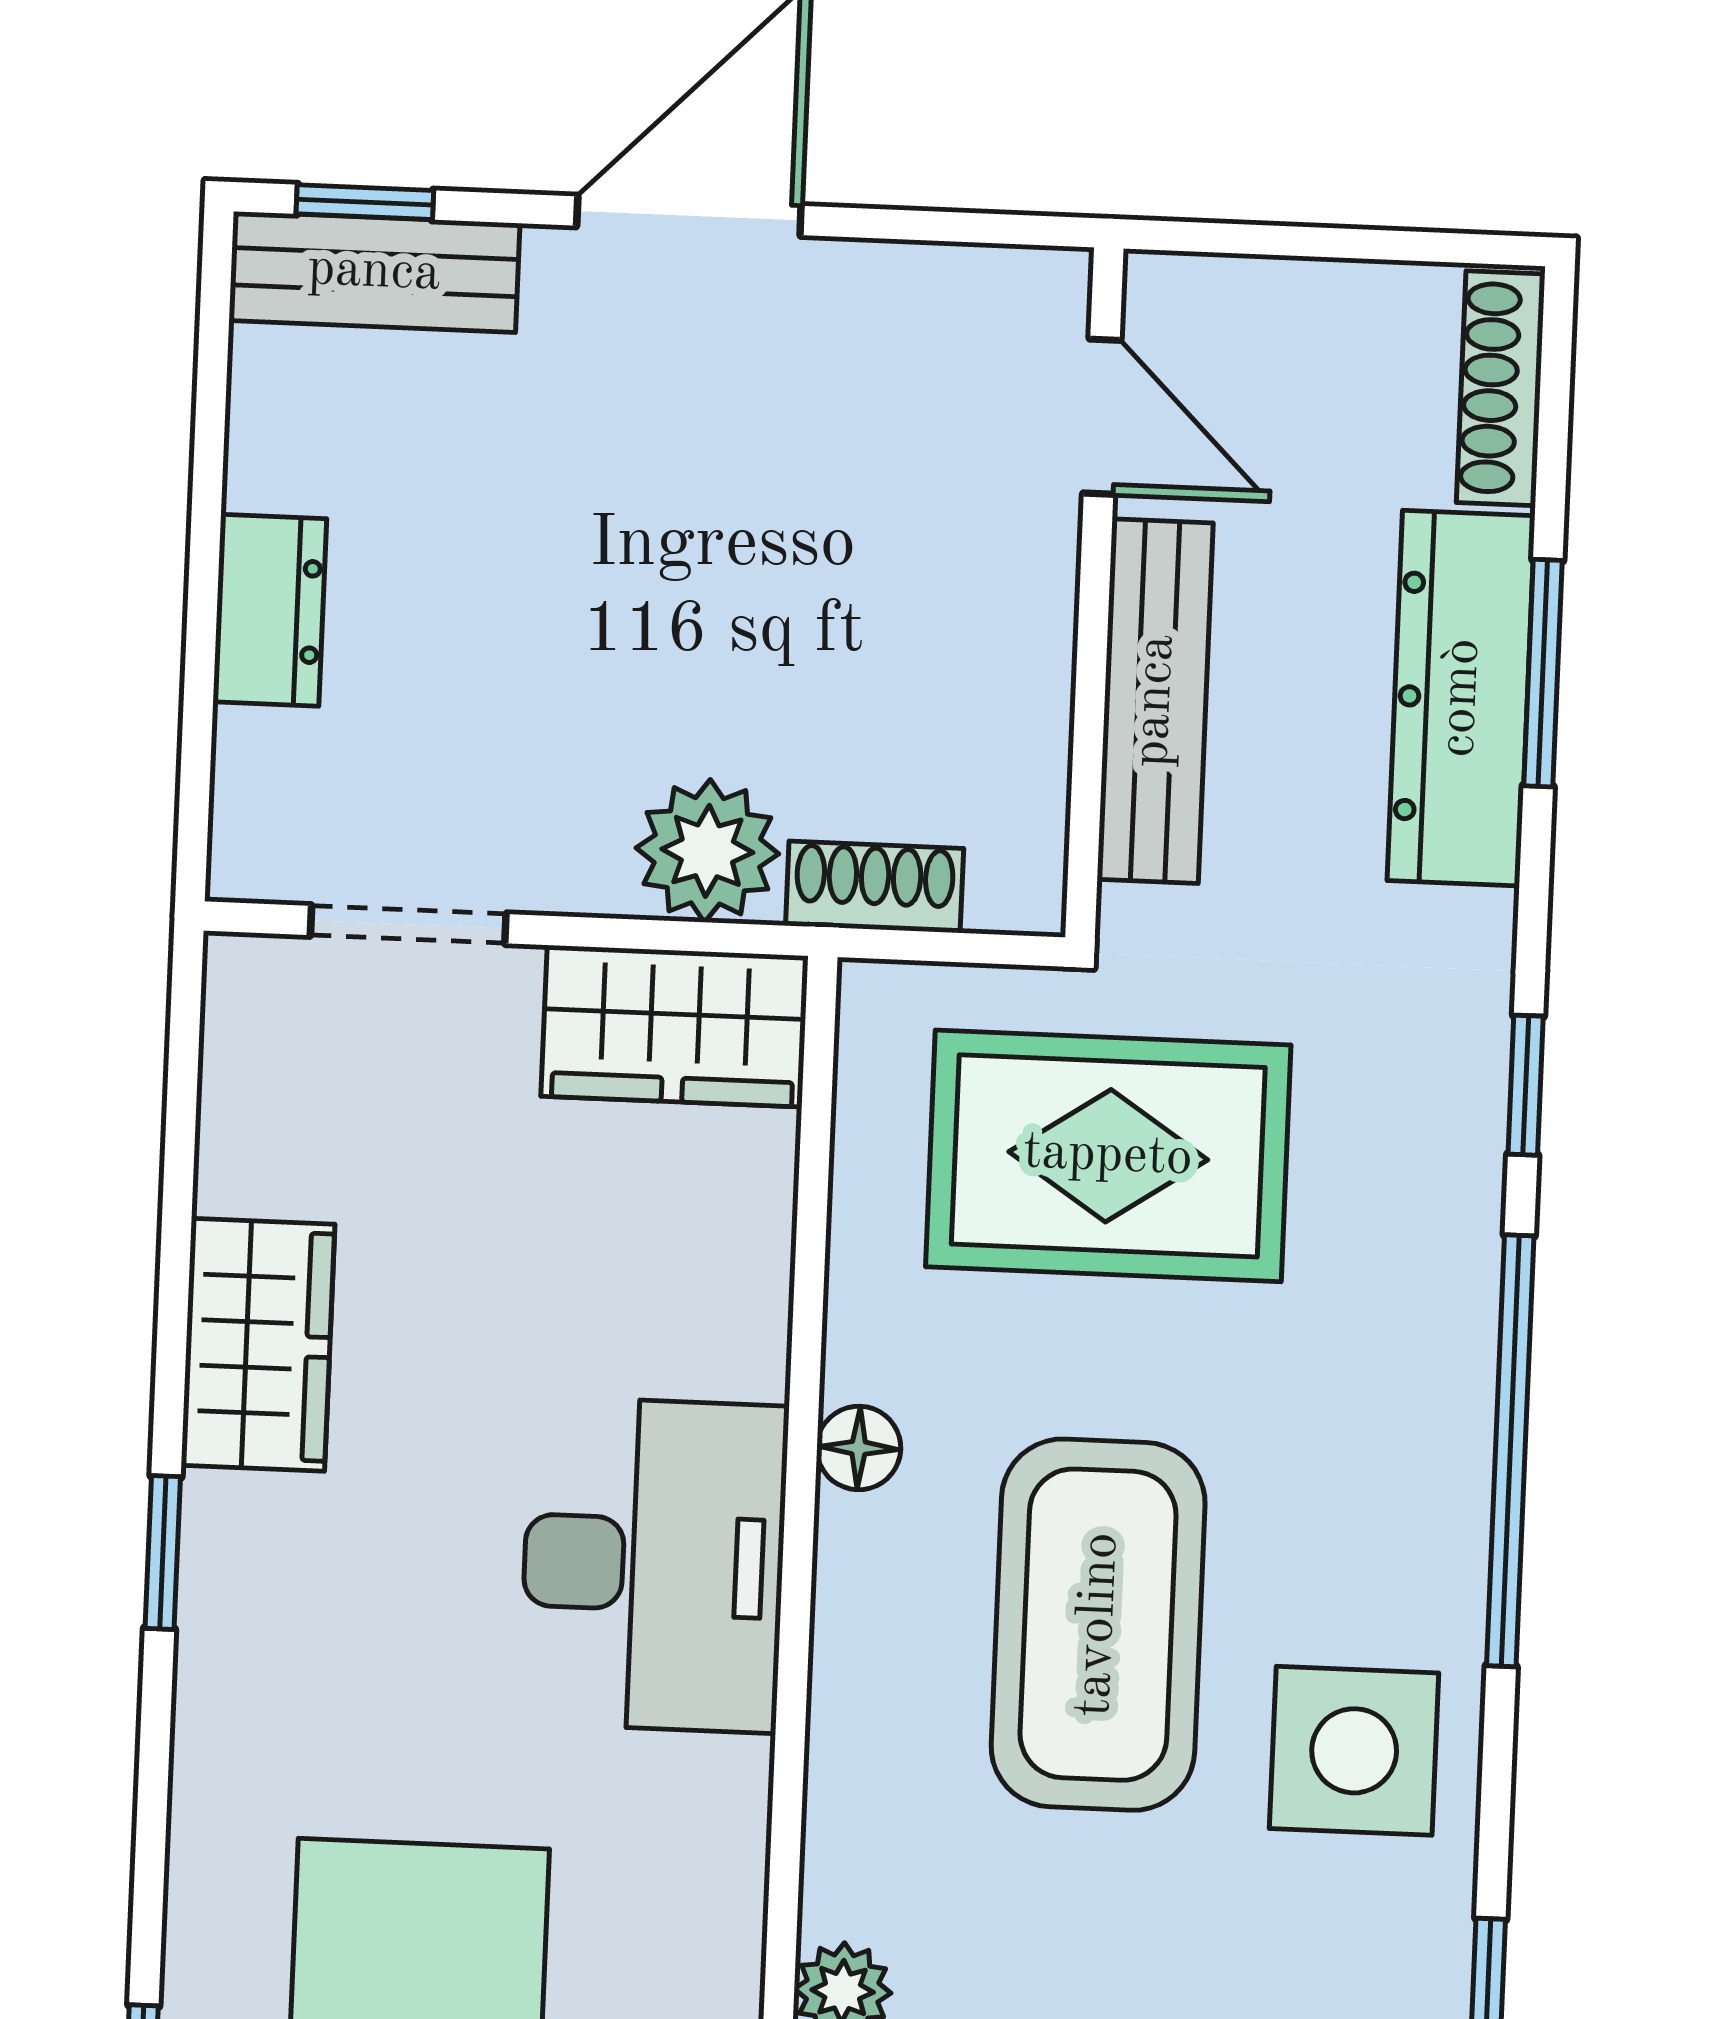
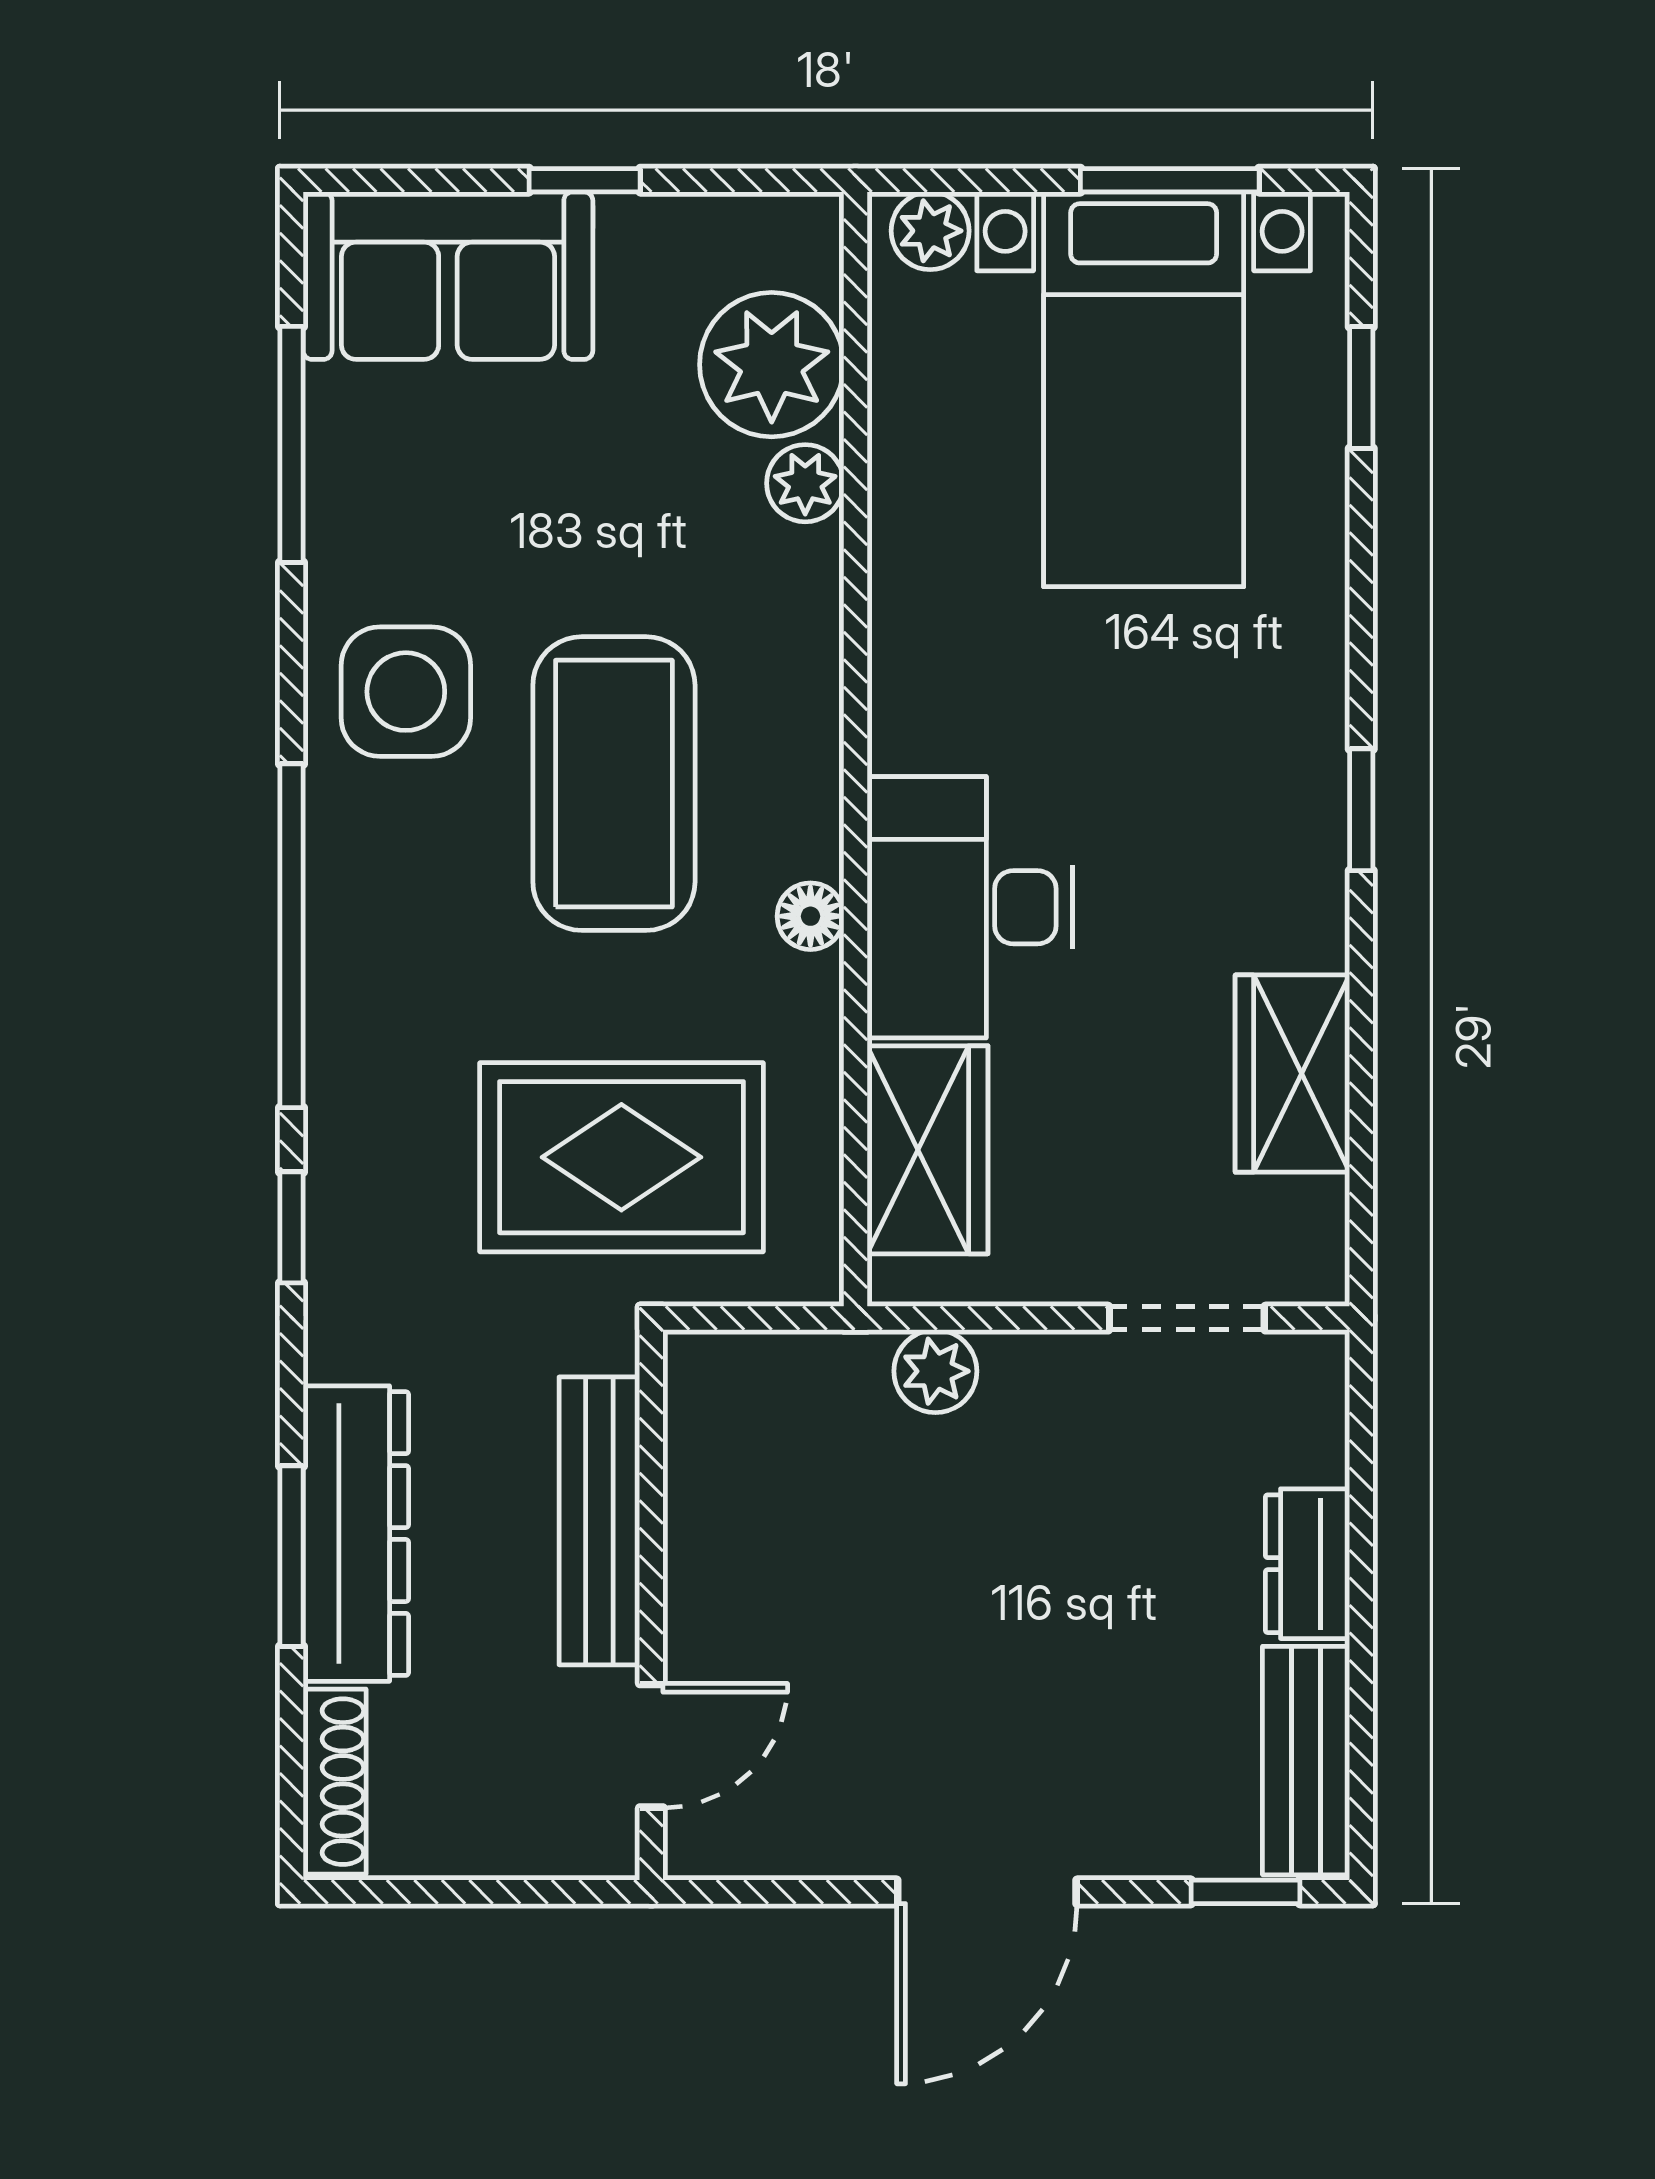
bench: (374, 272) -> (1306, 1761), moved, turned 90
door: (1102, 417) -> (651, 1746), swing flipped
plant: (707, 851) -> (935, 1371), width x0.73, depth x0.73
shoe rack: (875, 887) -> (817, 1364), removed
wardrobe: (675, 1026) -> (928, 1150), moved, turned 90
wardrobe: (258, 1345) -> (1292, 1074), moved
desk: (654, 1565) -> (970, 907), moved

